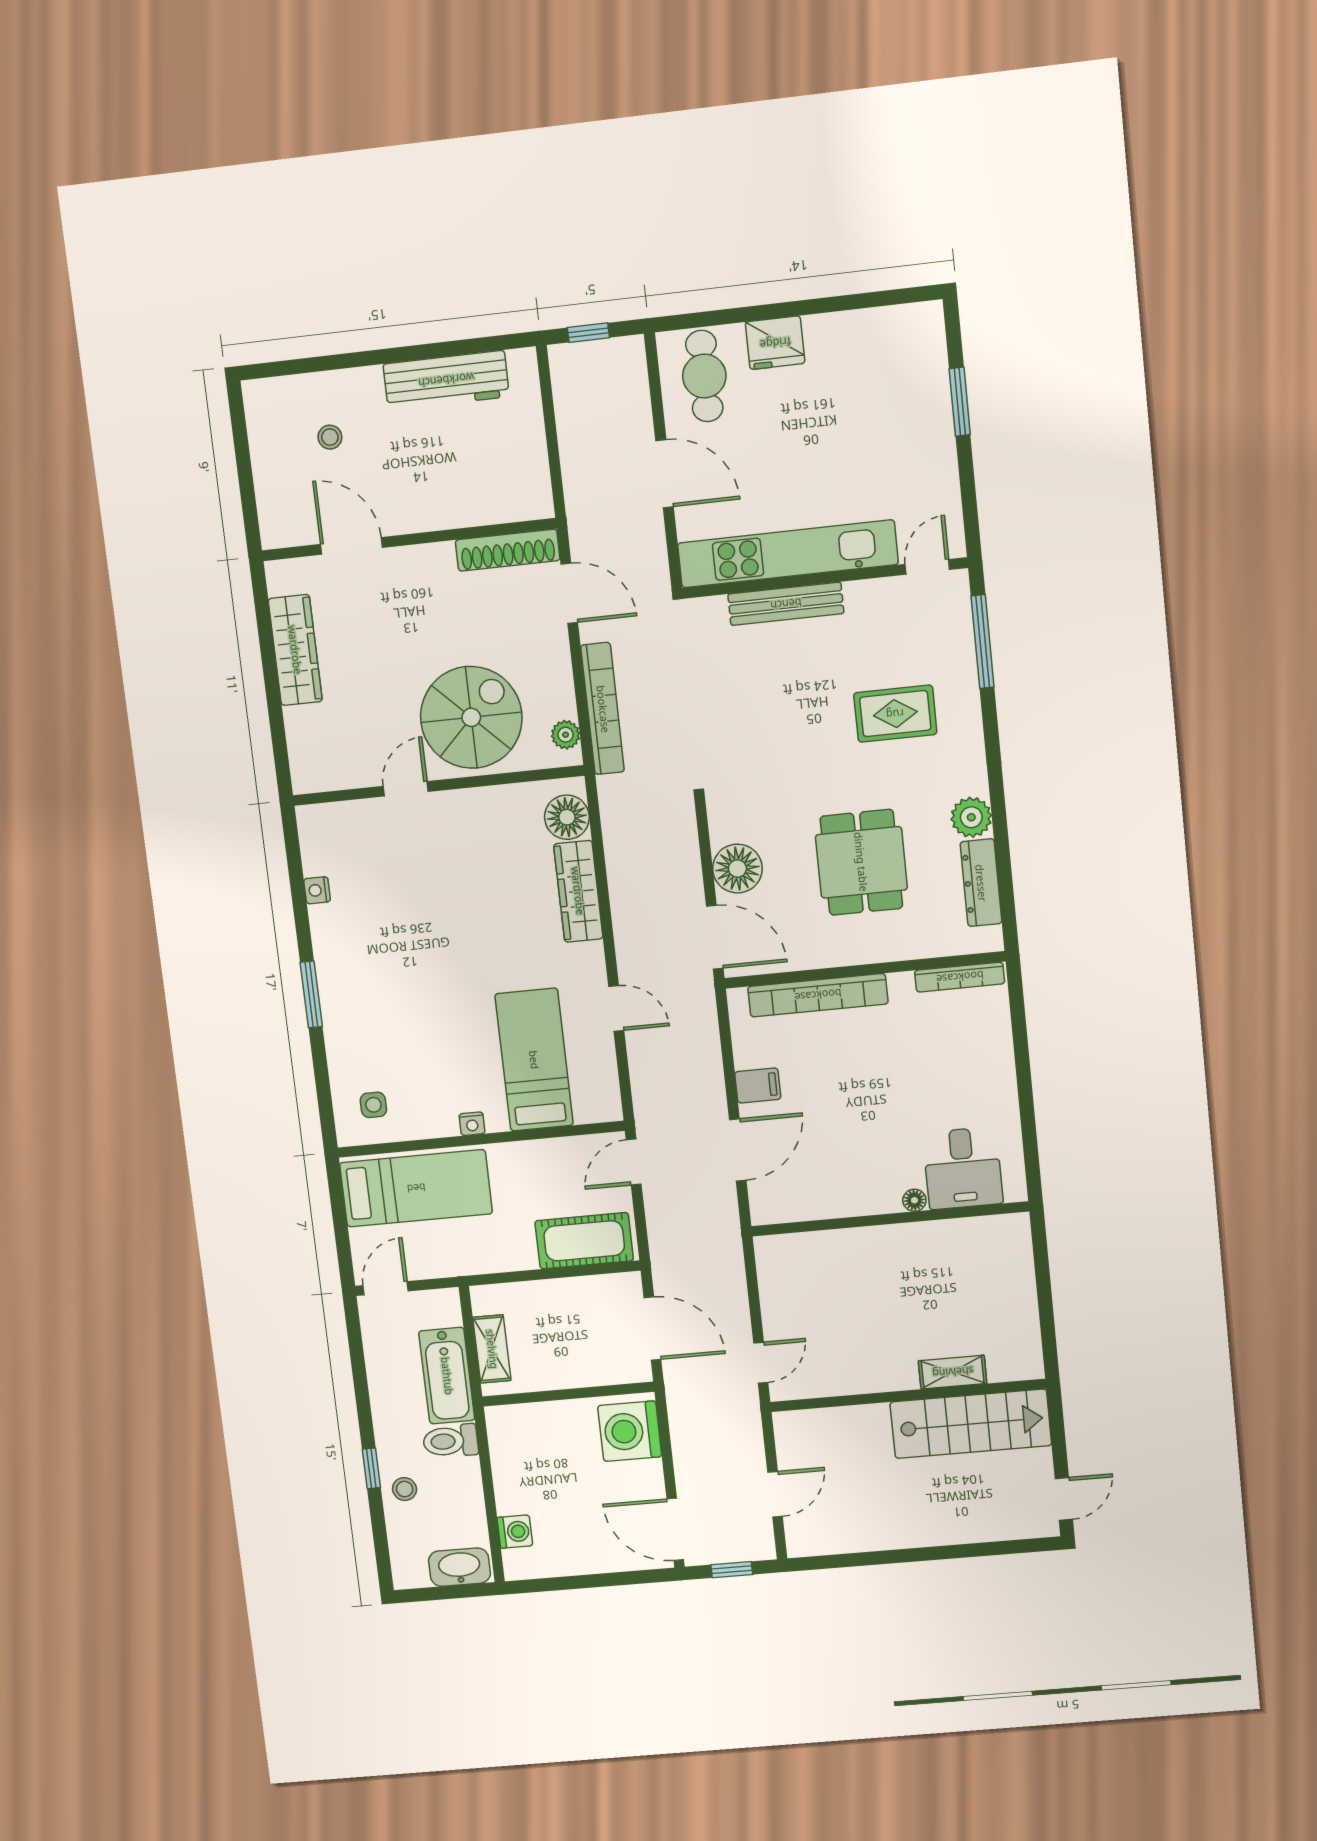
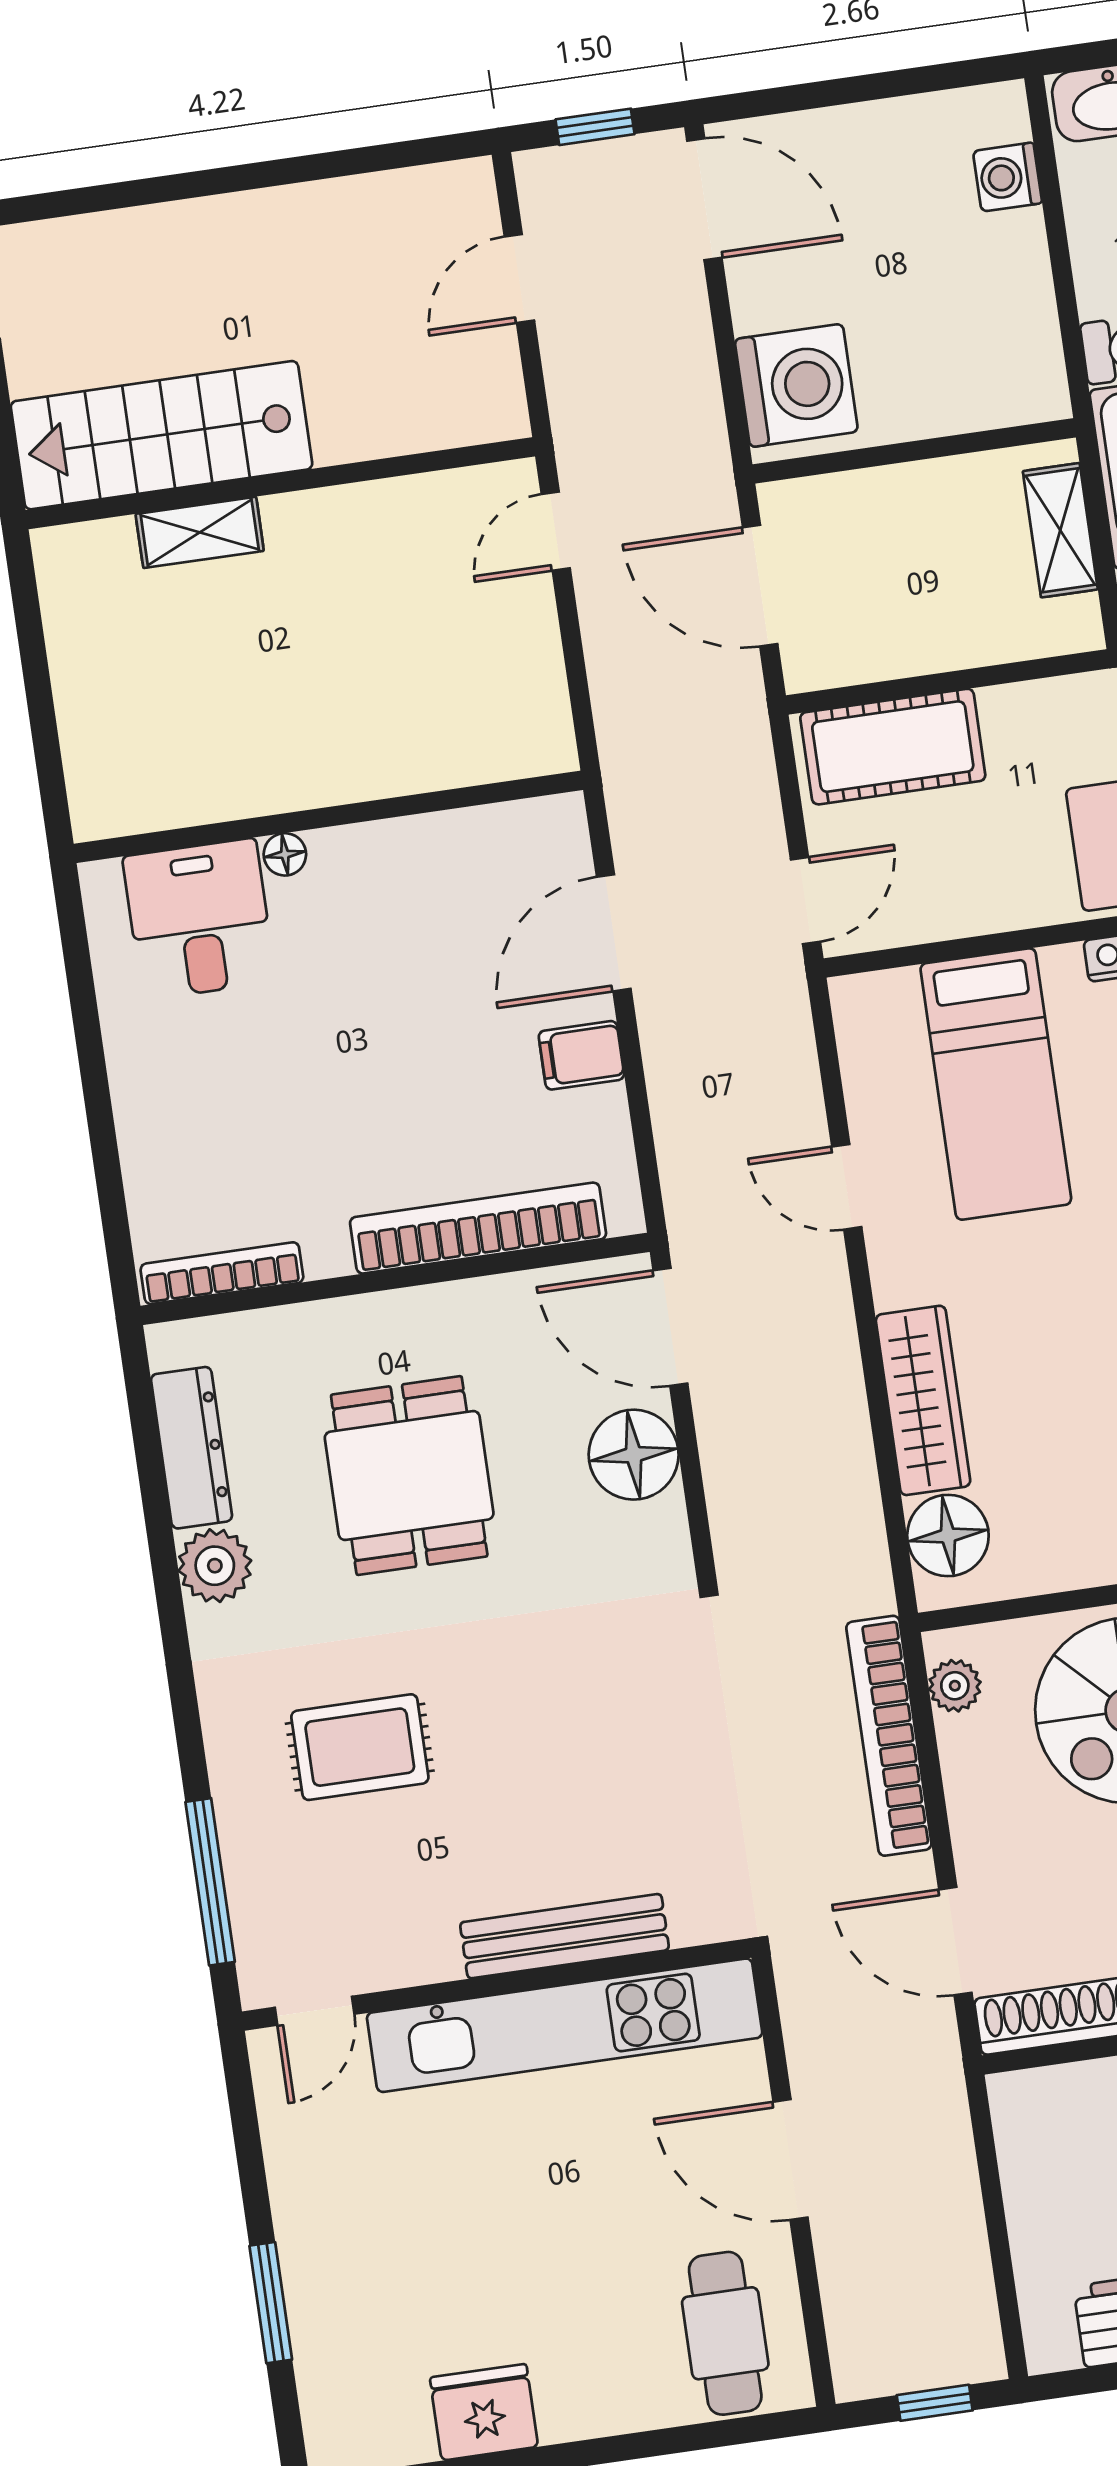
fridge: (775, 343) -> (484, 2412), moved

